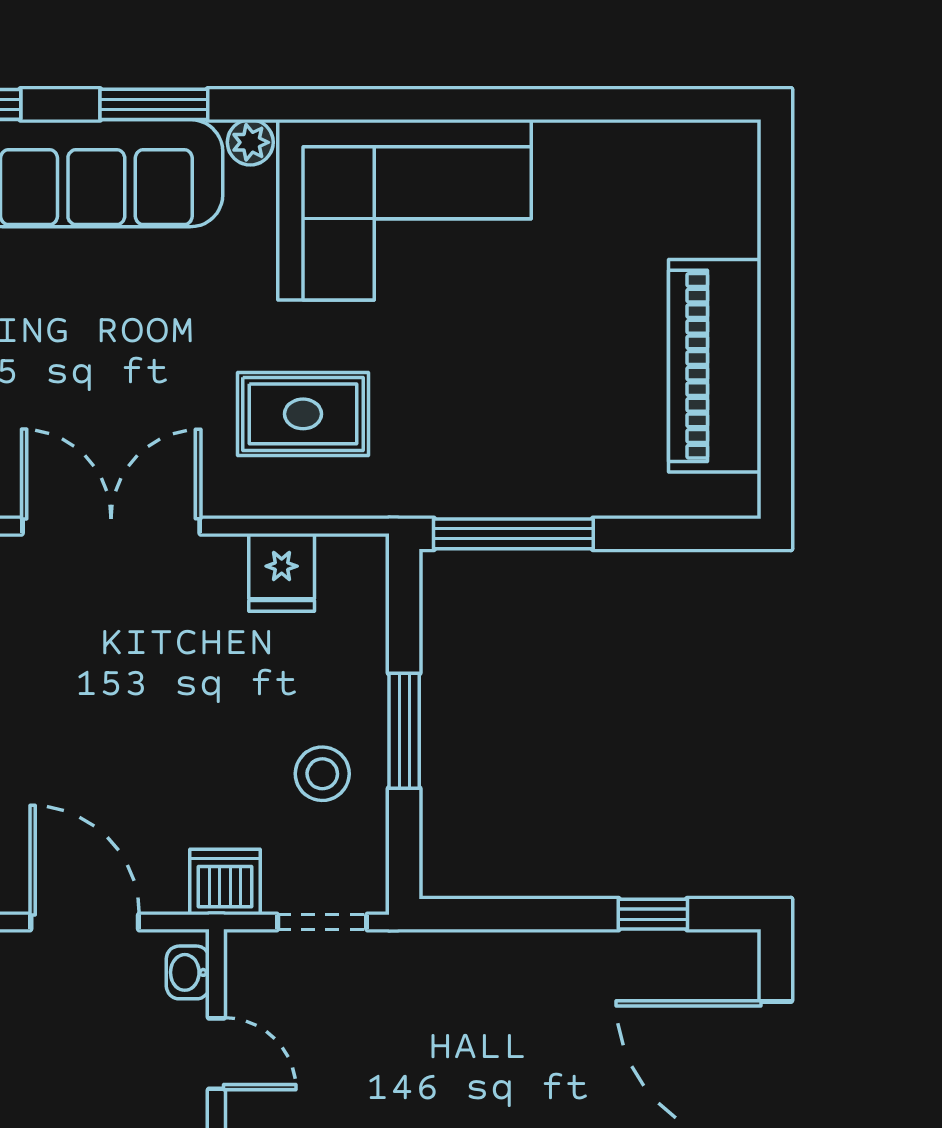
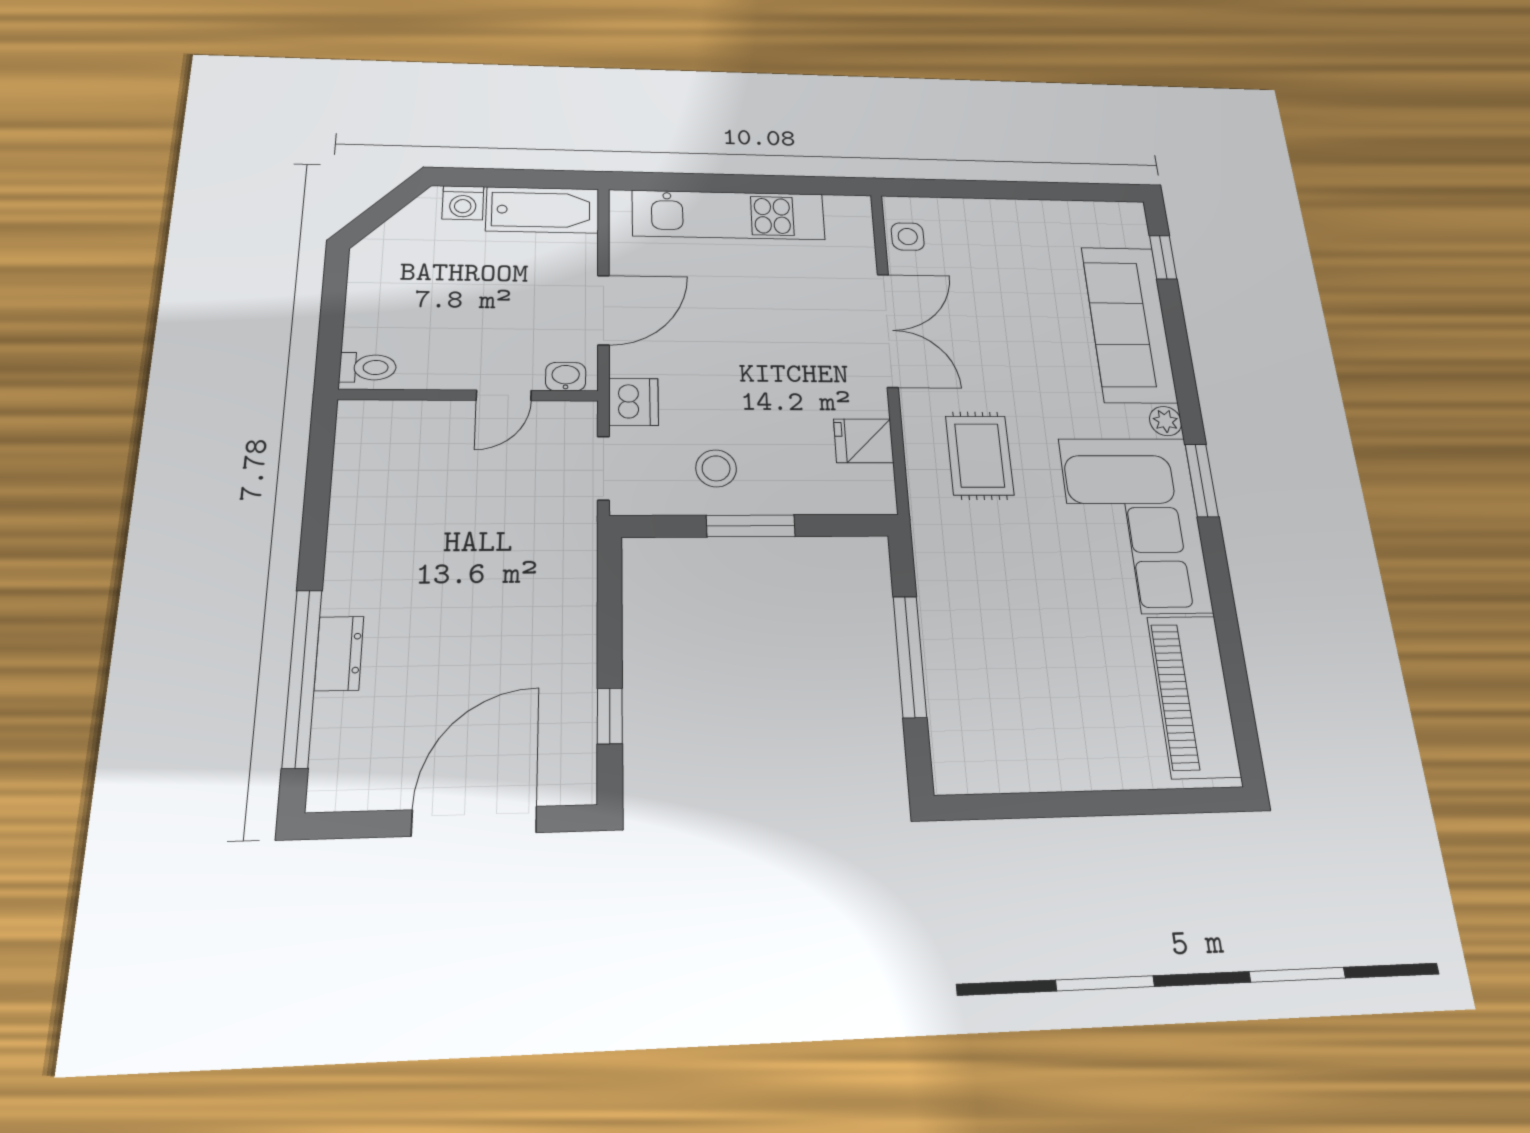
window: (154, 104) -> (1202, 480), moved
piano: (715, 366) -> (1194, 696), moved, turned -90
window: (513, 534) -> (910, 656), moved

